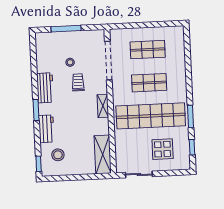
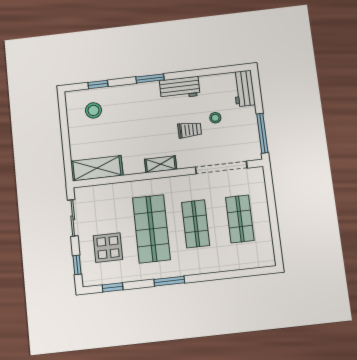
window: (66, 29) -> (262, 133), moved
shop shelf: (151, 116) -> (151, 229), width x0.71
window: (190, 116) -> (169, 281), moved
workbench: (46, 129) -> (244, 88), moved, turned 90
window: (39, 164) -> (98, 84), moved
window: (174, 173) -> (77, 265), added

